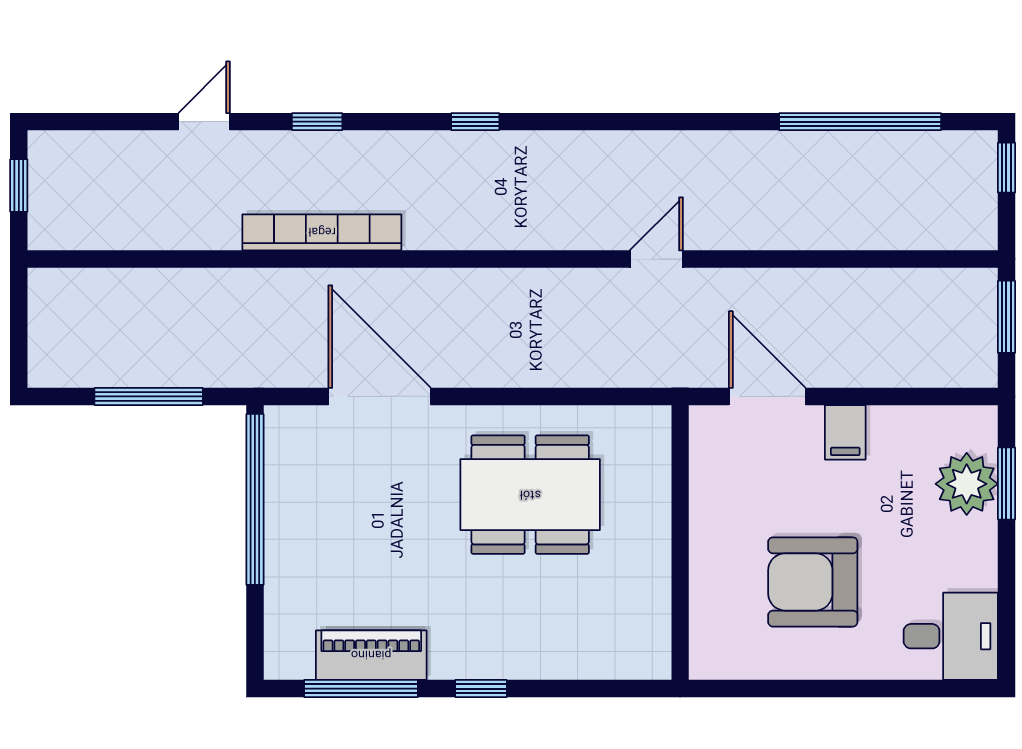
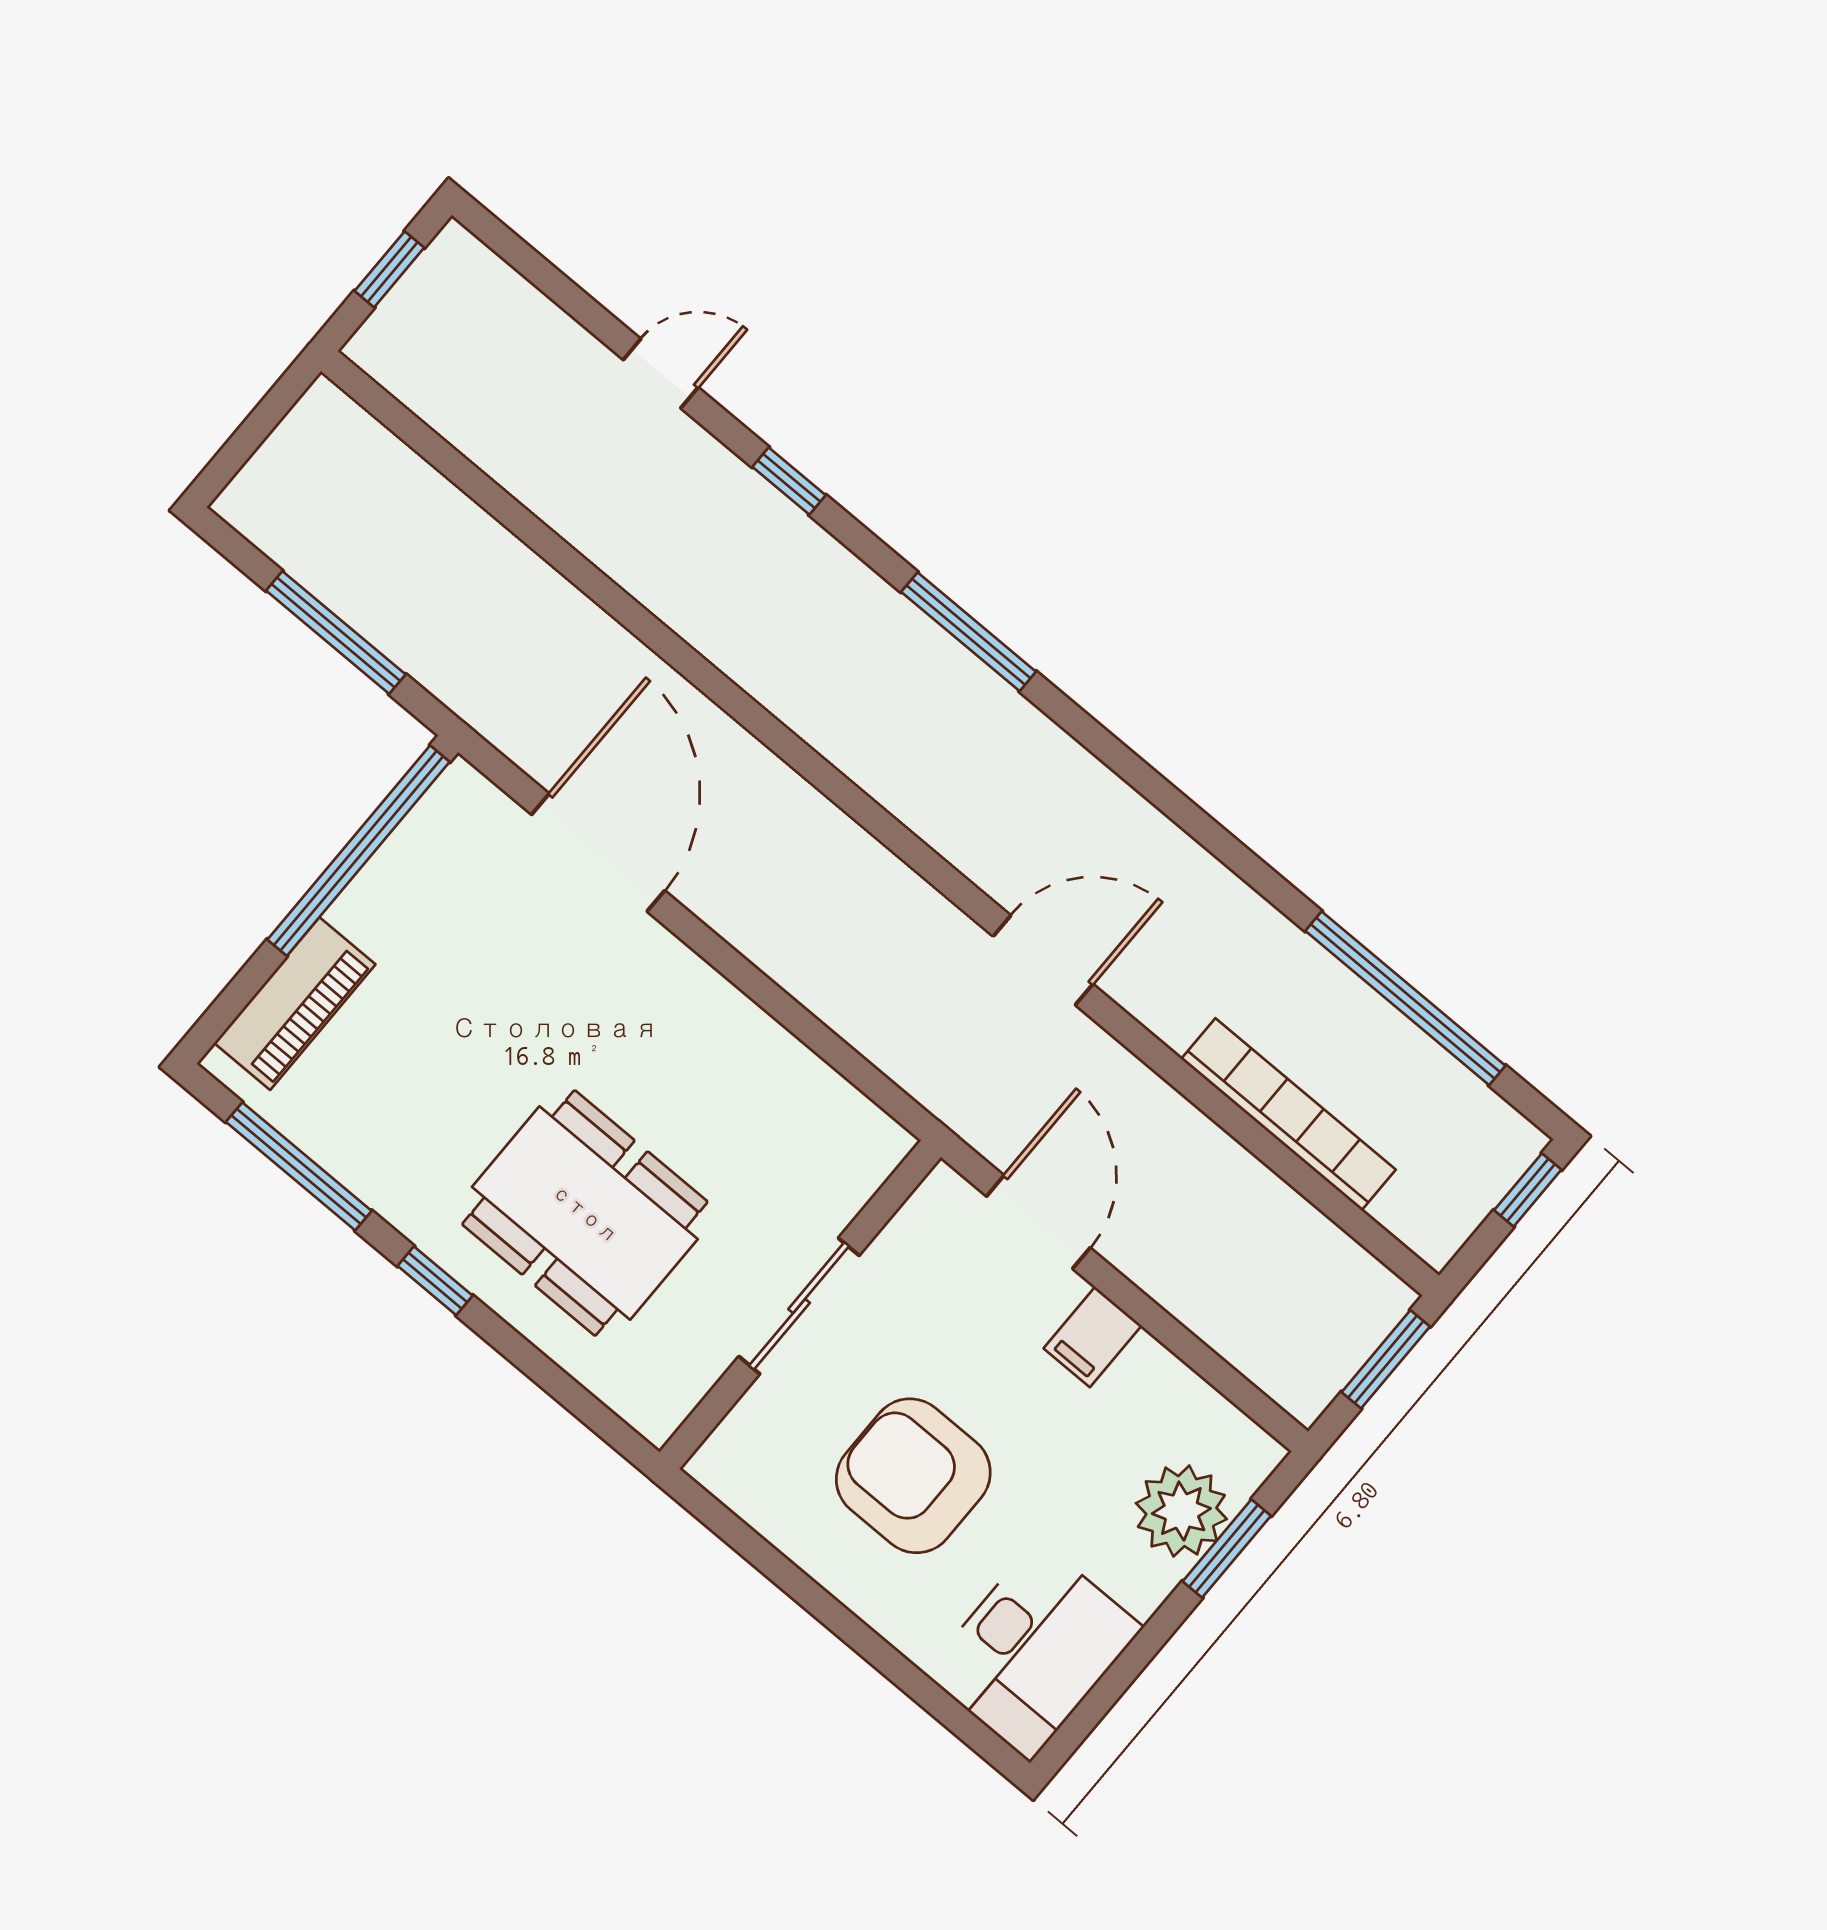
window: (475, 122) -> (969, 632), width x2.17
bookcase: (322, 232) -> (1288, 1114), moved
door: (656, 259) -> (1043, 960), width x1.38
dining table: (530, 495) -> (585, 1213), moved
sliding door: (680, 544) -> (799, 1306), added
desk: (951, 636) -> (1034, 1650), width x1.37
piano: (371, 655) -> (295, 1004), moved, turned 90

